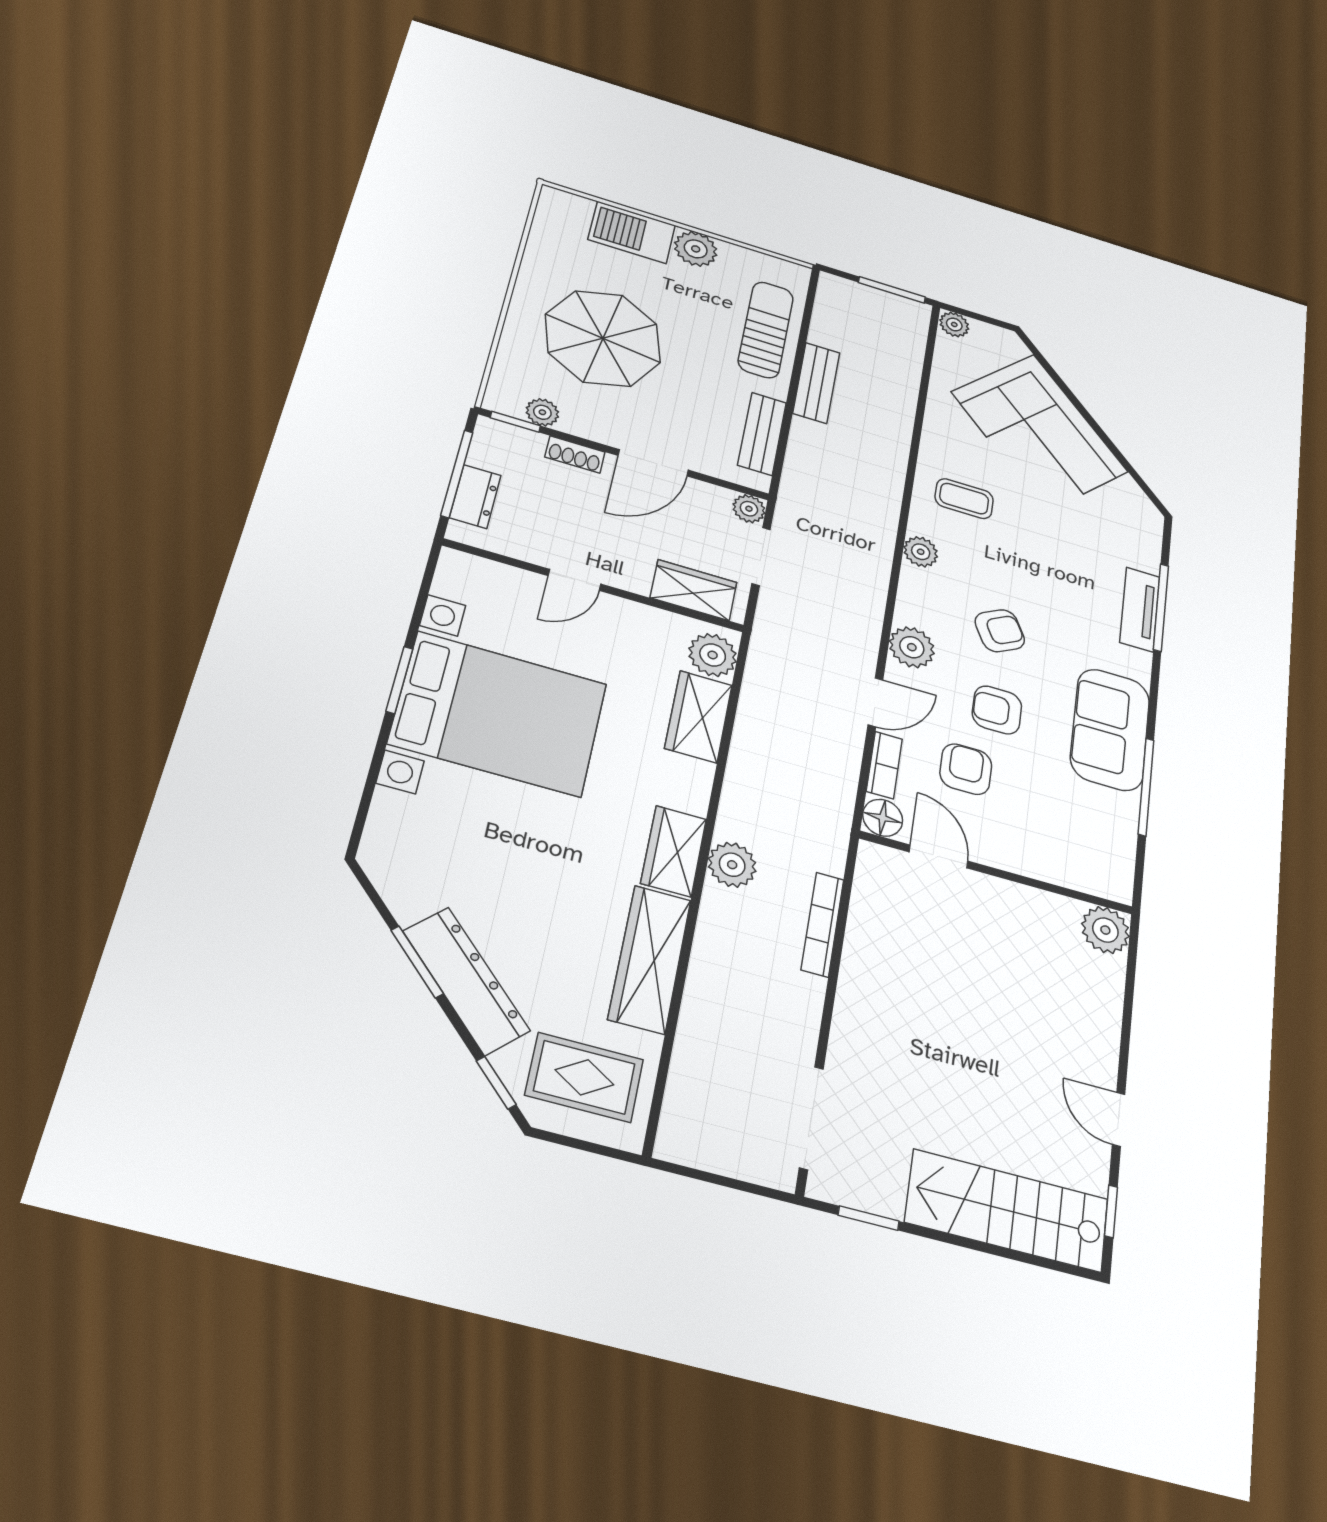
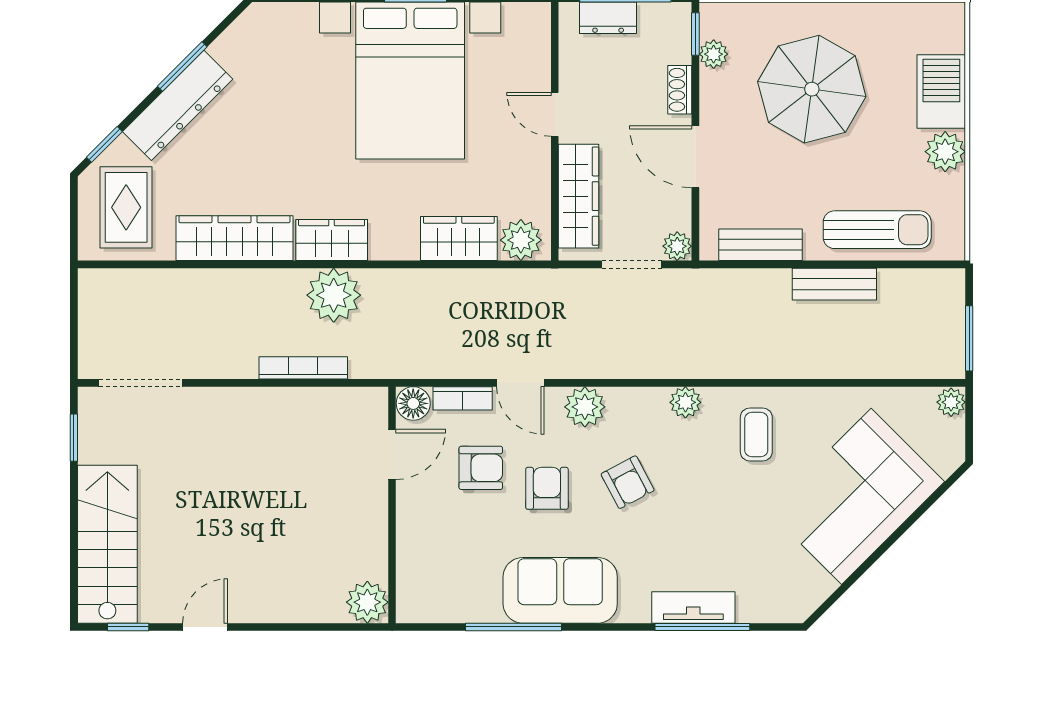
wardrobe: (694, 590) -> (579, 196), width x1.50
plant: (732, 865) -> (334, 295), width x1.36, depth x1.36

